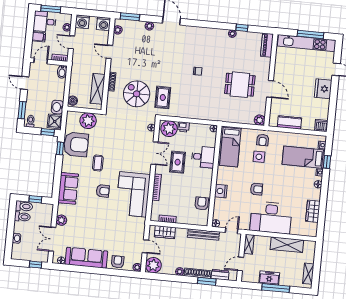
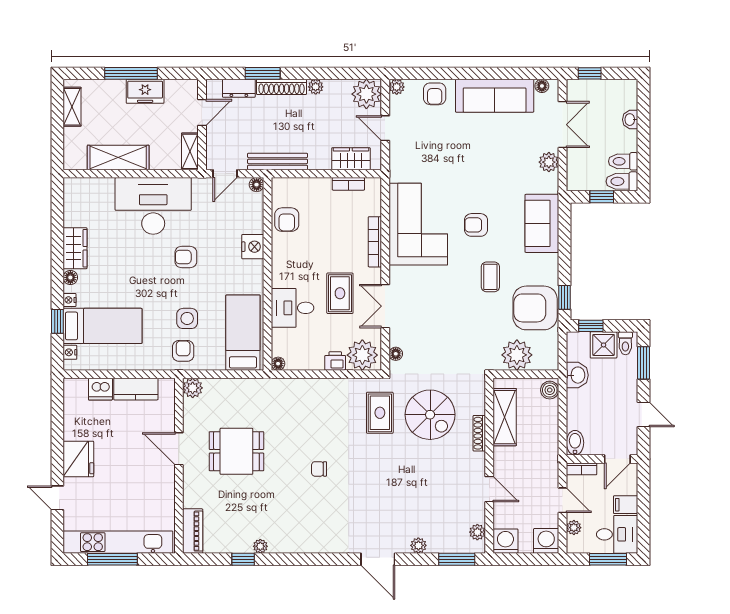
shower: (55, 121) -> (604, 345), moved
dishwasher: (321, 126) -> (100, 389), moved
wardrobe: (313, 211) -> (75, 248), moved

